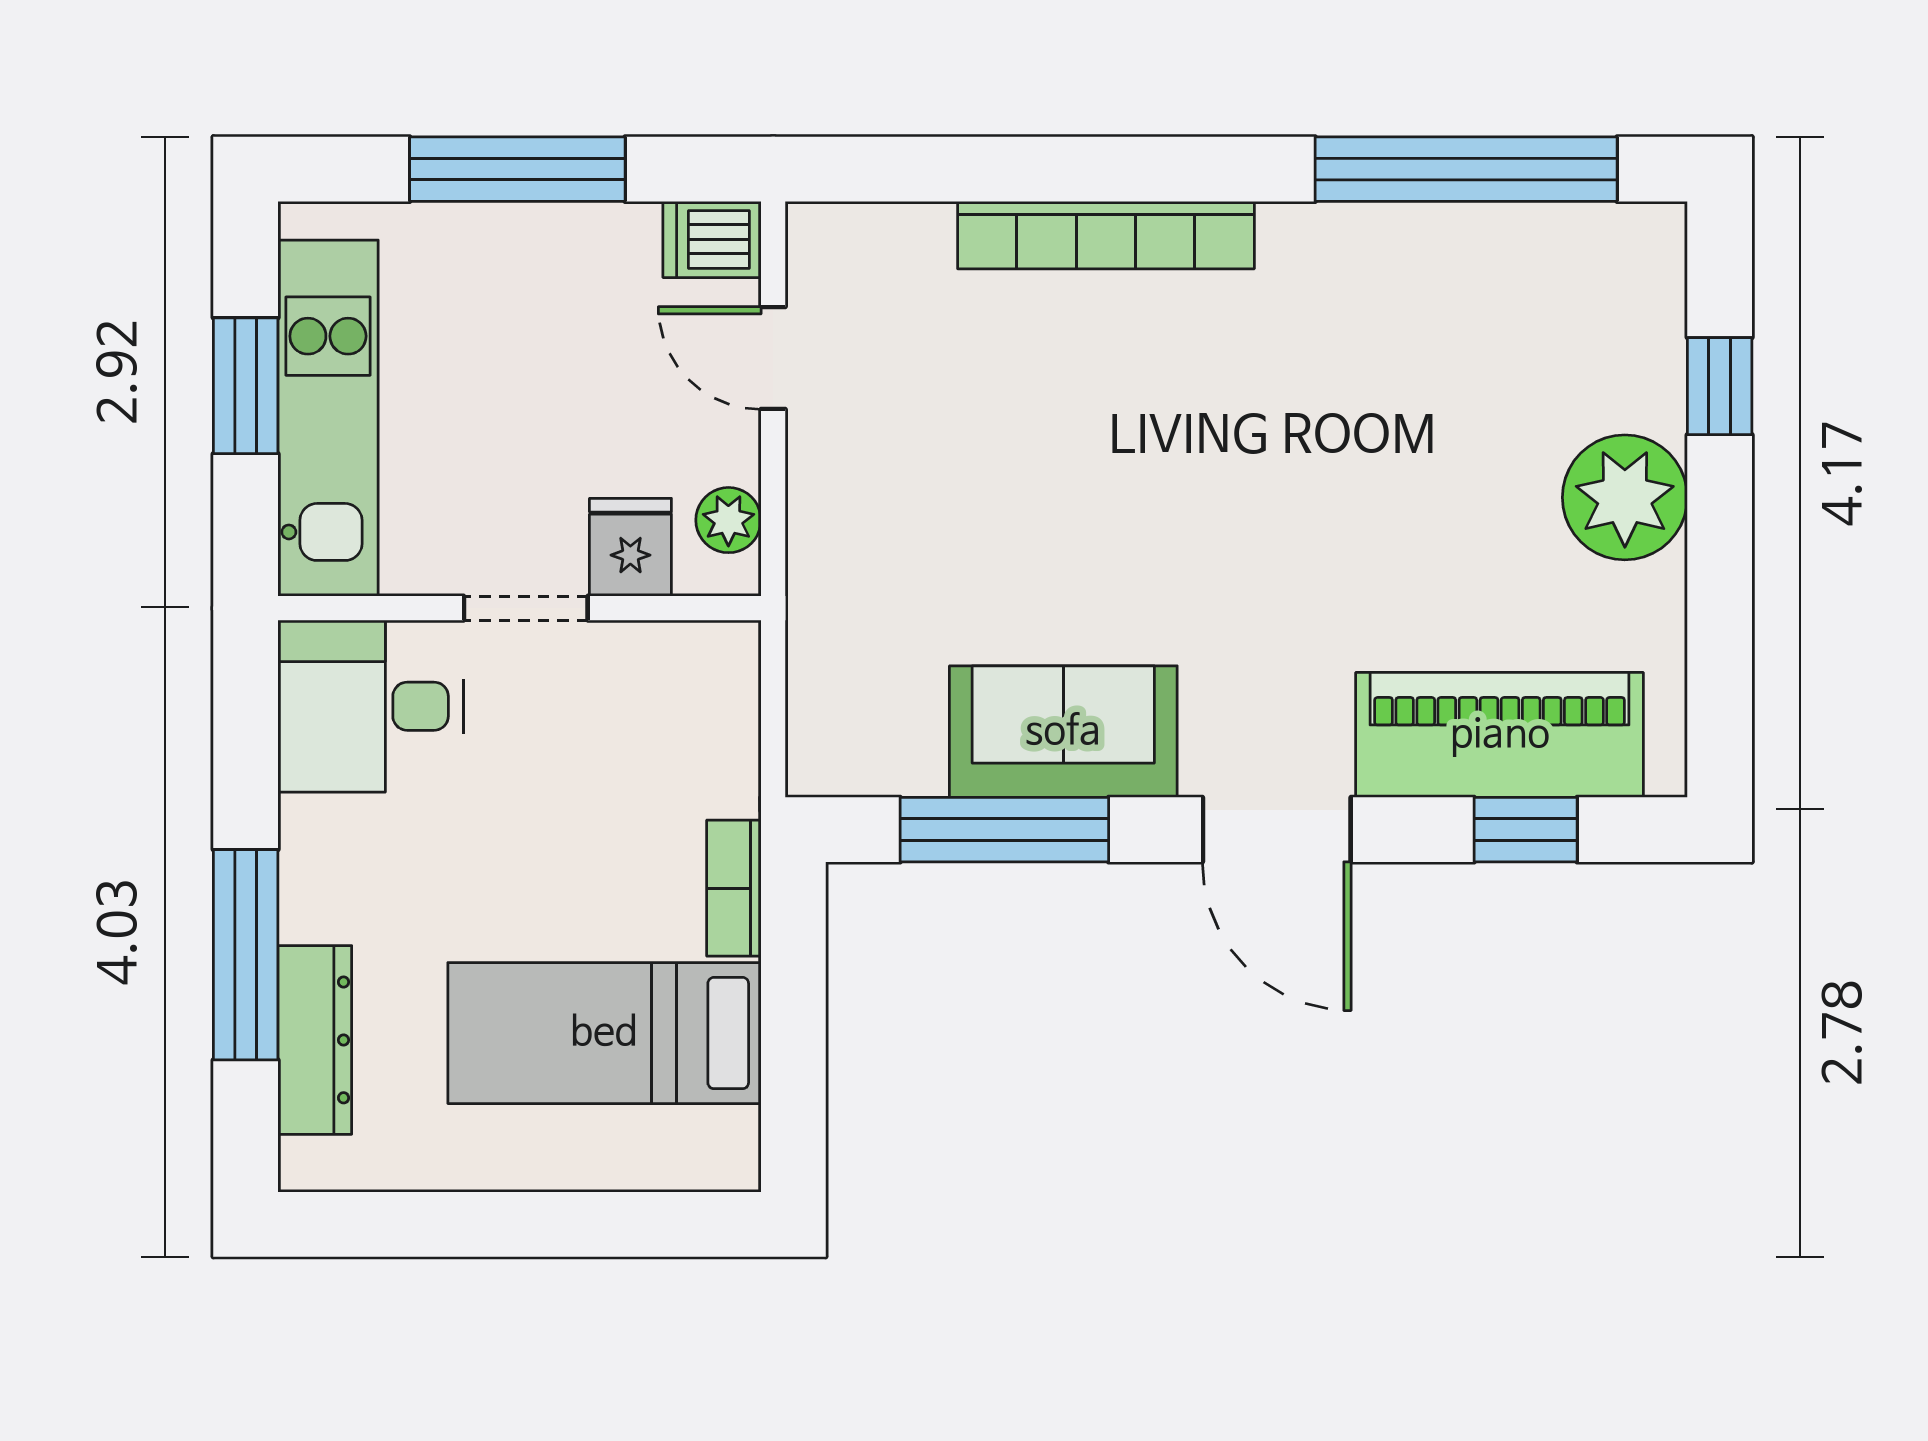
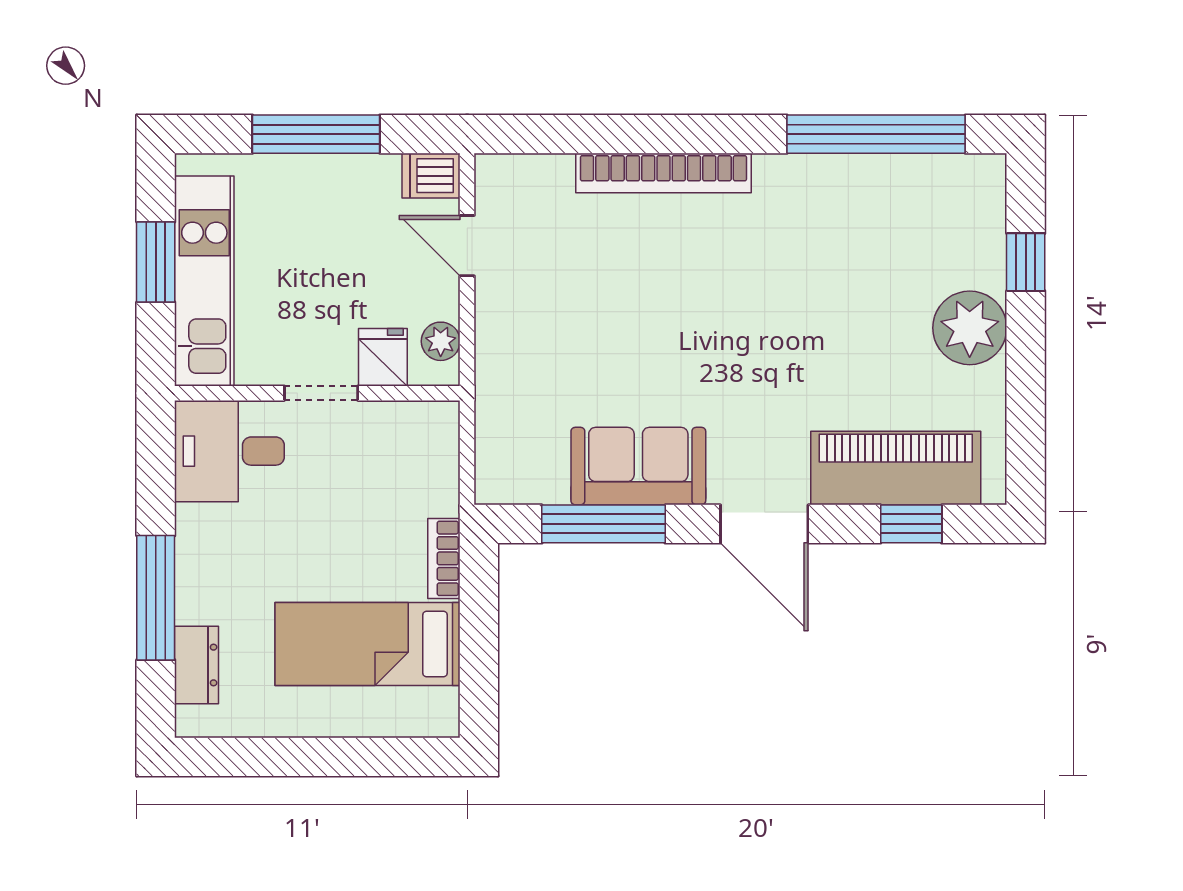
dresser: (315, 1040) -> (197, 665), width x0.70

